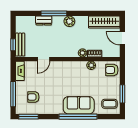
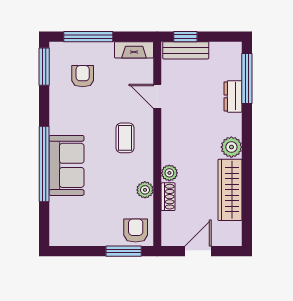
window: (54, 13) -> (247, 78), moved
wardrobe: (104, 22) -> (230, 190), moved
window: (122, 94) -> (124, 251), moved
coffee table: (109, 104) -> (125, 138), moved

